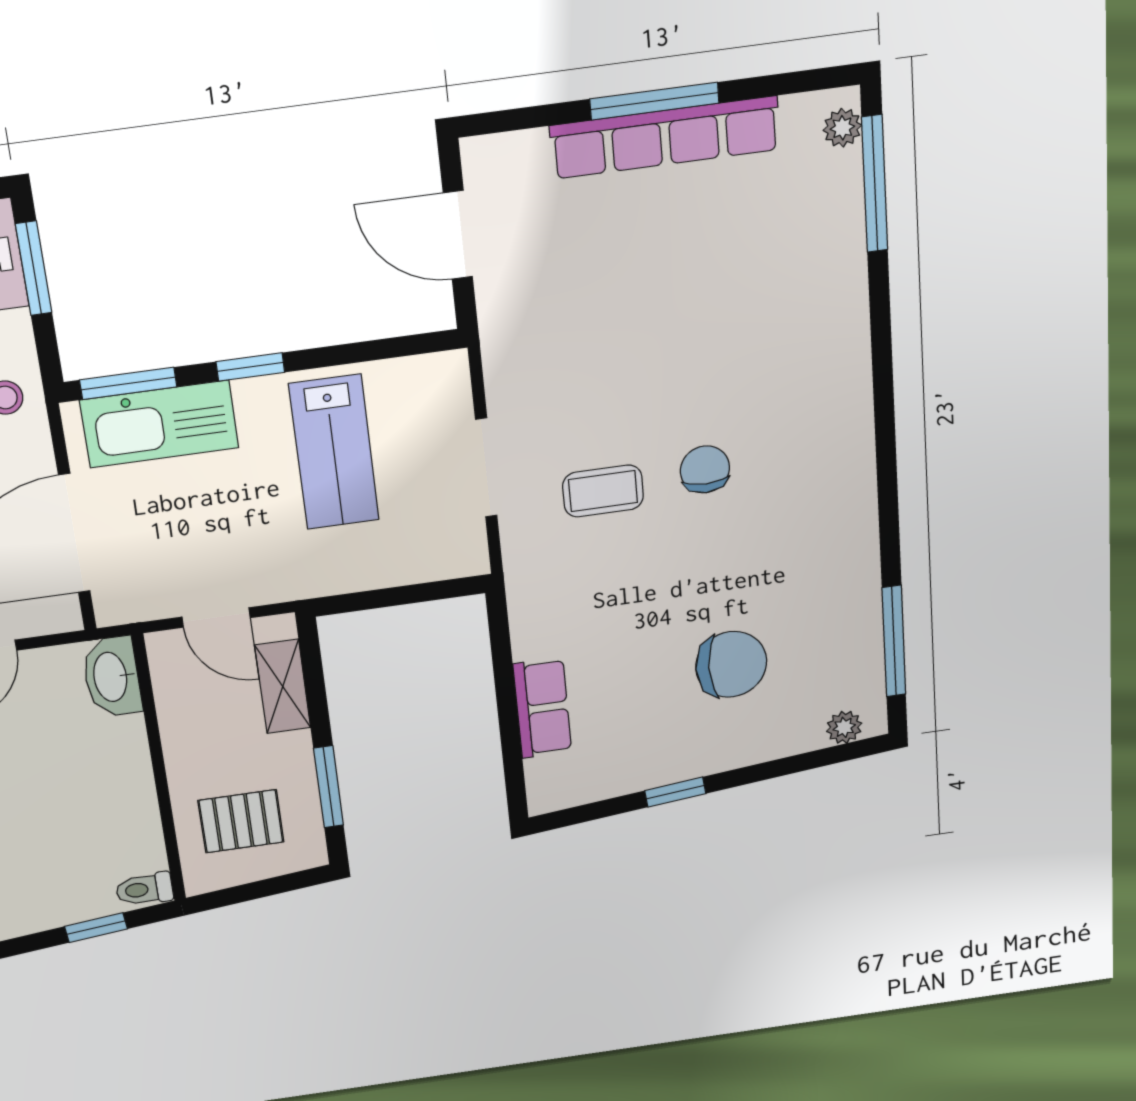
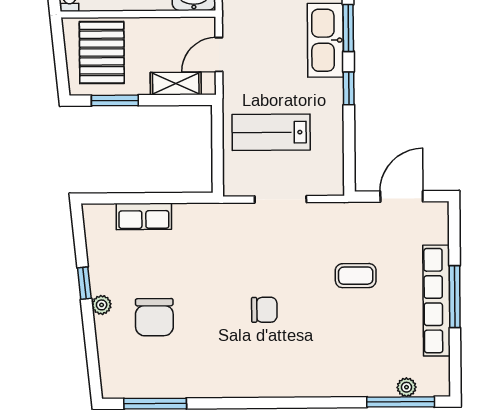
plant: (842, 128) -> (406, 387), moved
lab bench: (334, 452) -> (271, 132), moved
coffee table: (603, 491) -> (356, 276), moved, turned 90
plant: (844, 727) -> (102, 305), moved
pallet: (241, 821) -> (102, 52), width x1.50, depth x1.42

